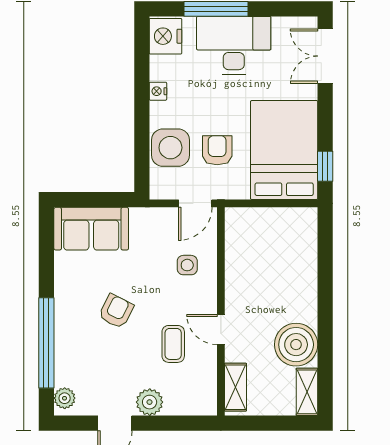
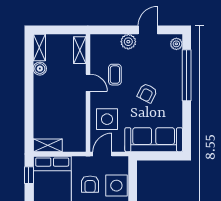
shelving: (292, 219) -> (48, 145), added
sofa: (91, 229) -> (154, 140), width x1.36
side table: (187, 265) -> (107, 119), width x1.87, depth x1.87
boiler: (296, 345) -> (40, 69), width x0.54, depth x0.54

